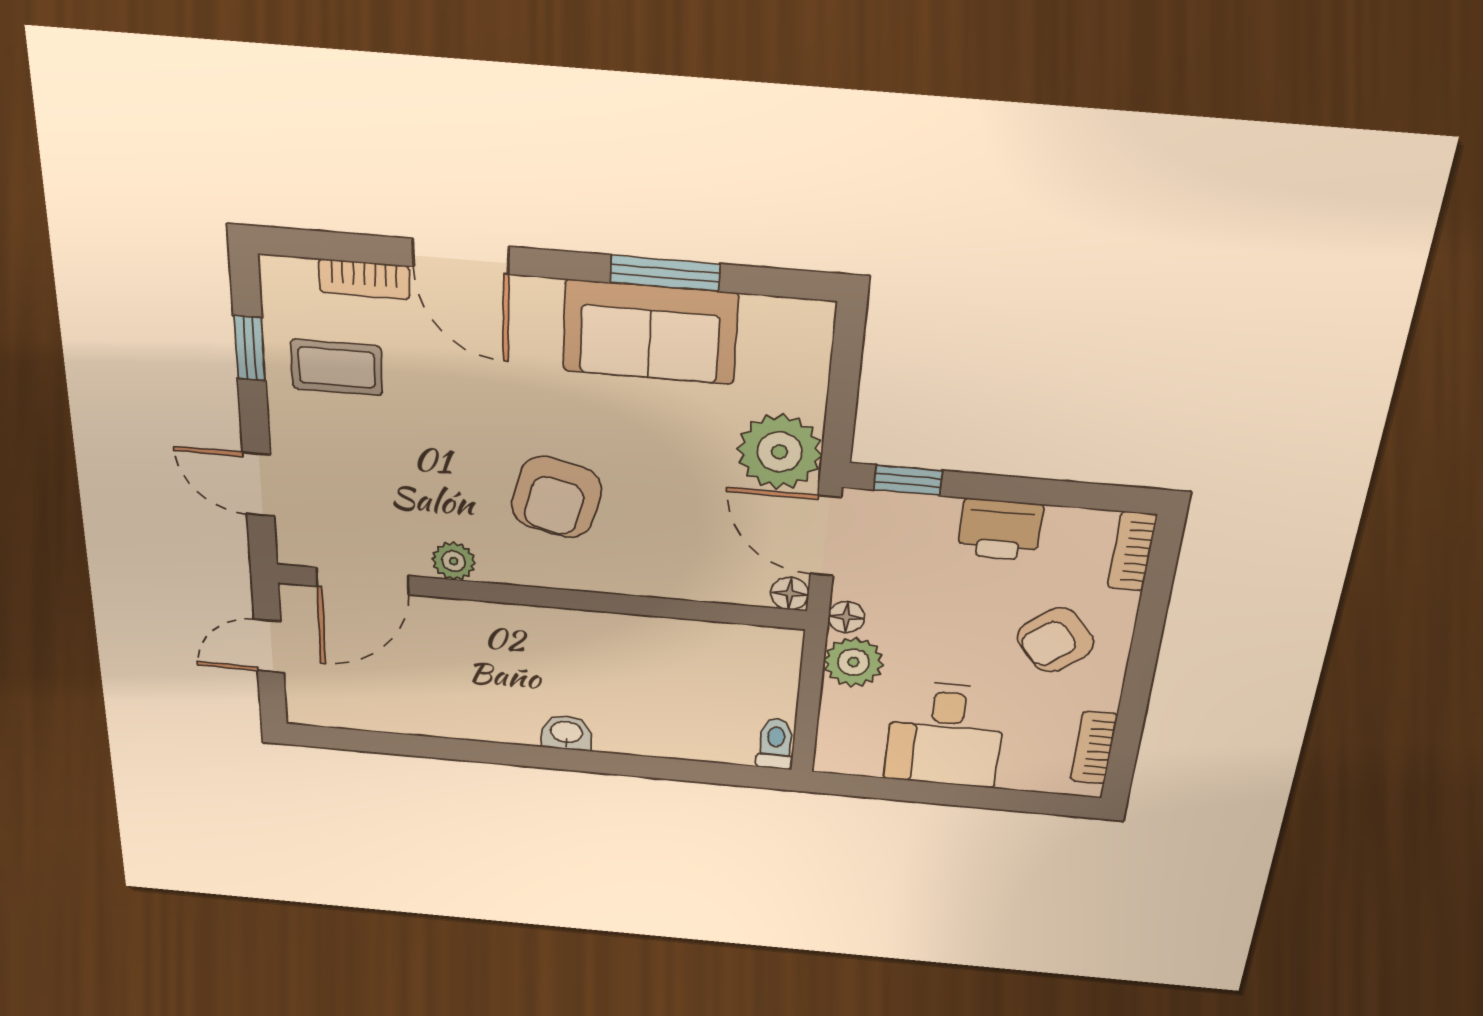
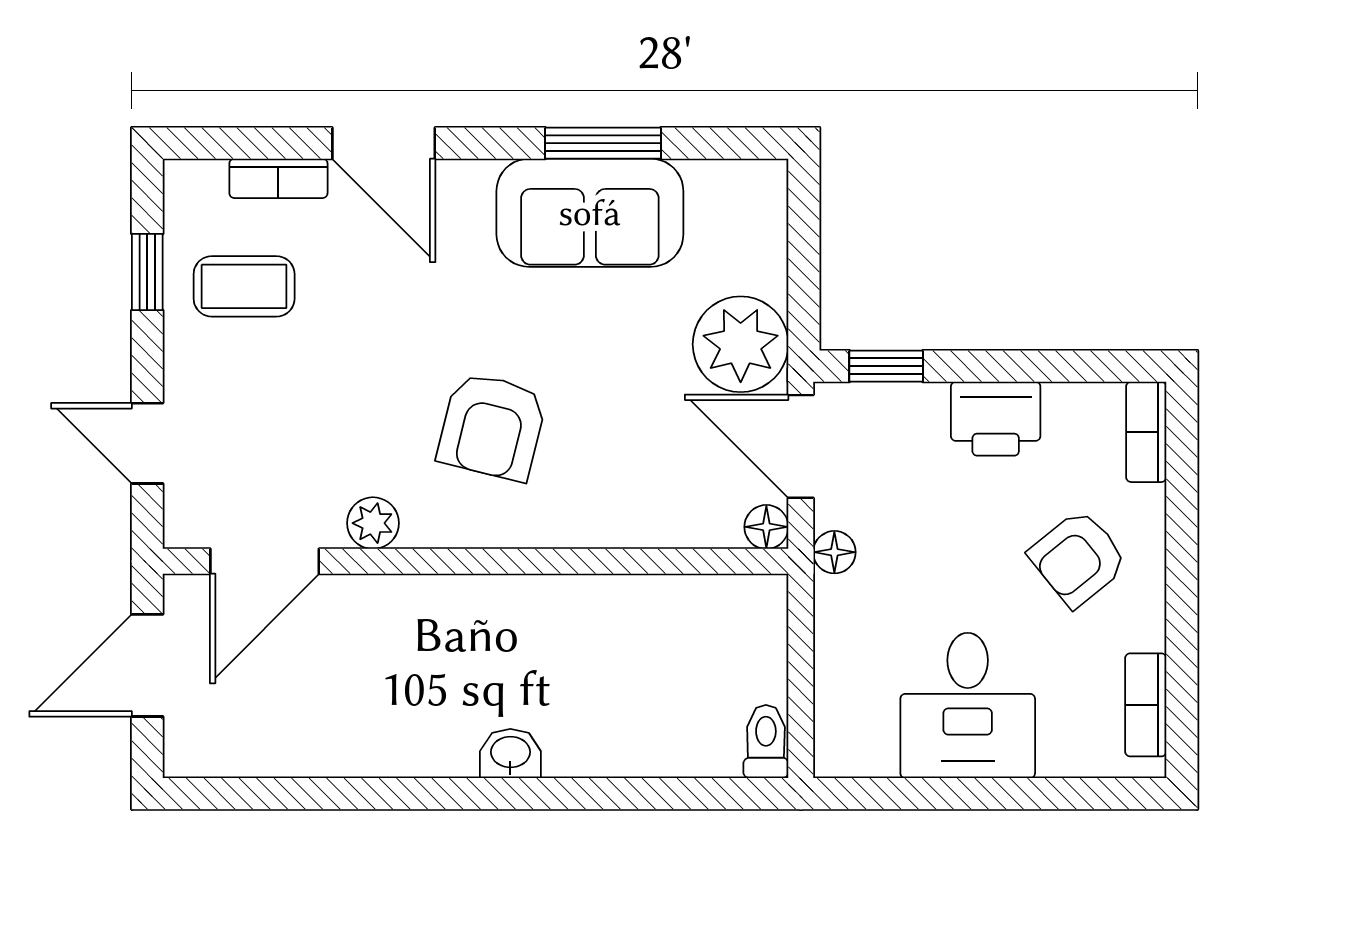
door: (269, 646) -> (147, 665), width x1.38
plant: (853, 662) -> (849, 614), removed

